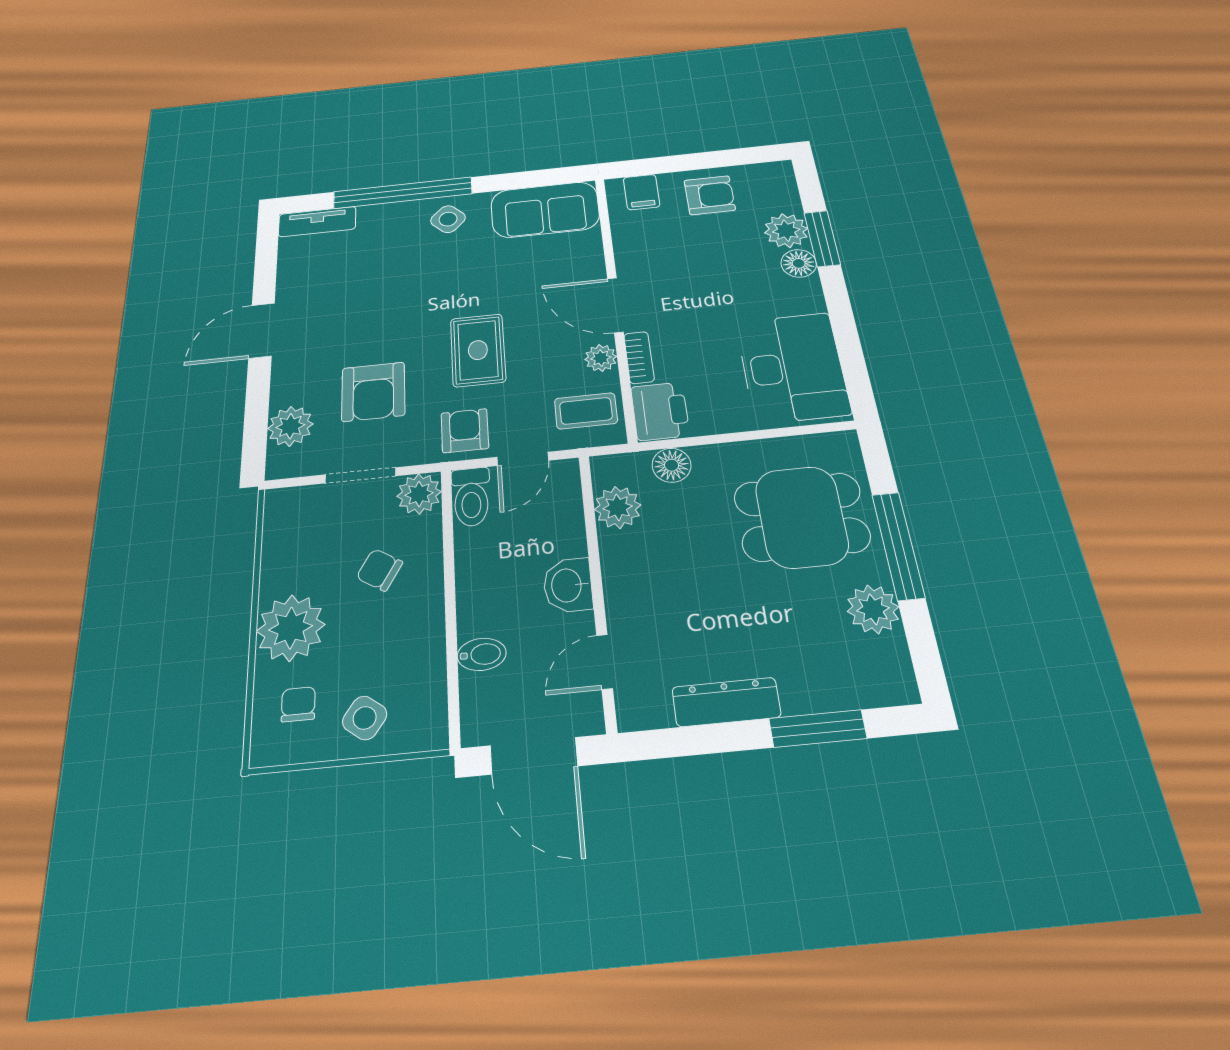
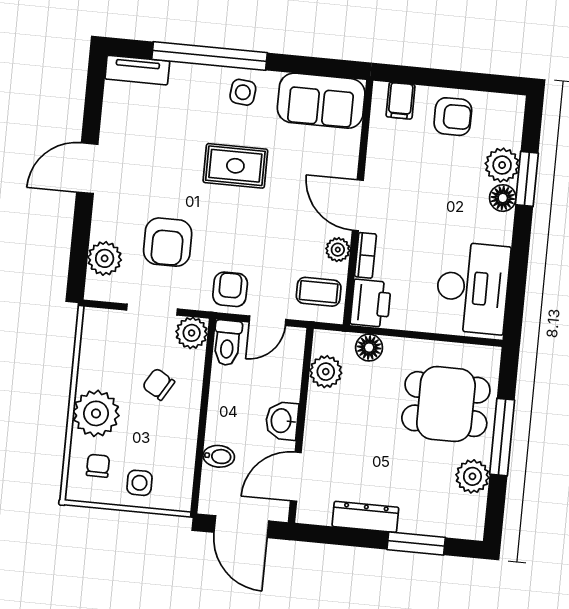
side table: (448, 219) -> (243, 92), turned -38
rug: (478, 350) -> (235, 166), moved, turned 90
door: (605, 662) -> (296, 477), width x1.38
side table: (365, 718) -> (139, 483), turned -36

